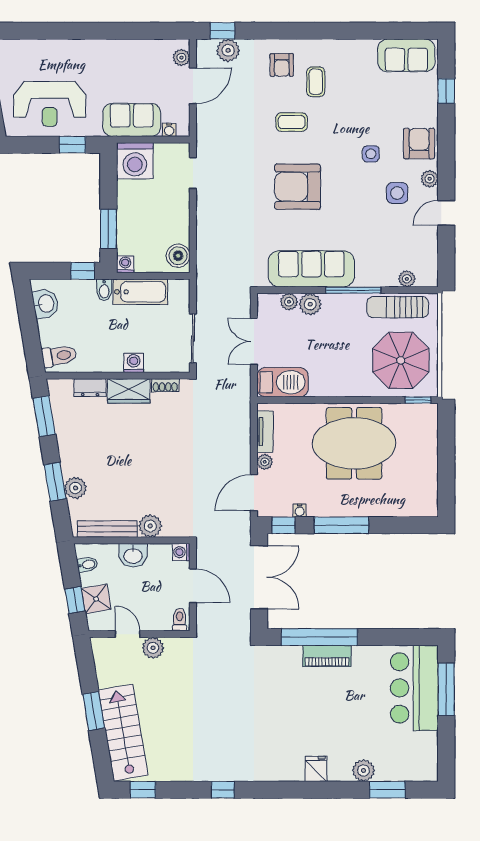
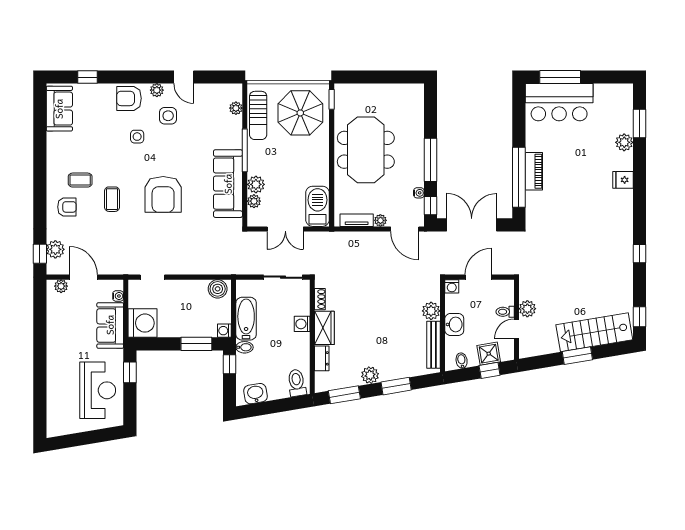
plant: (75, 488) -> (370, 375), moved
toilet: (180, 620) -> (505, 312), moved

